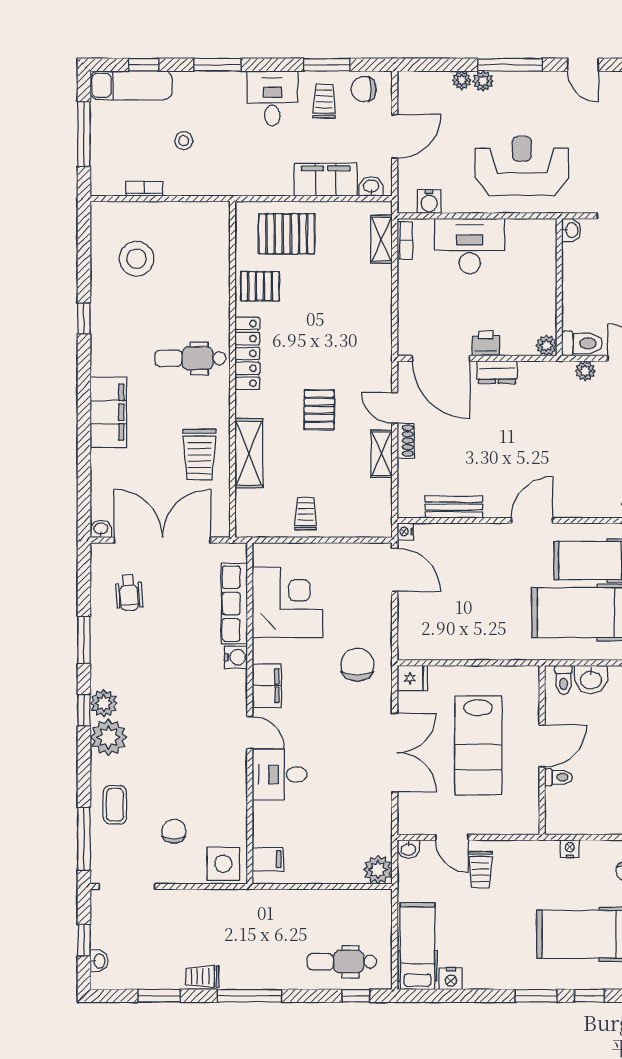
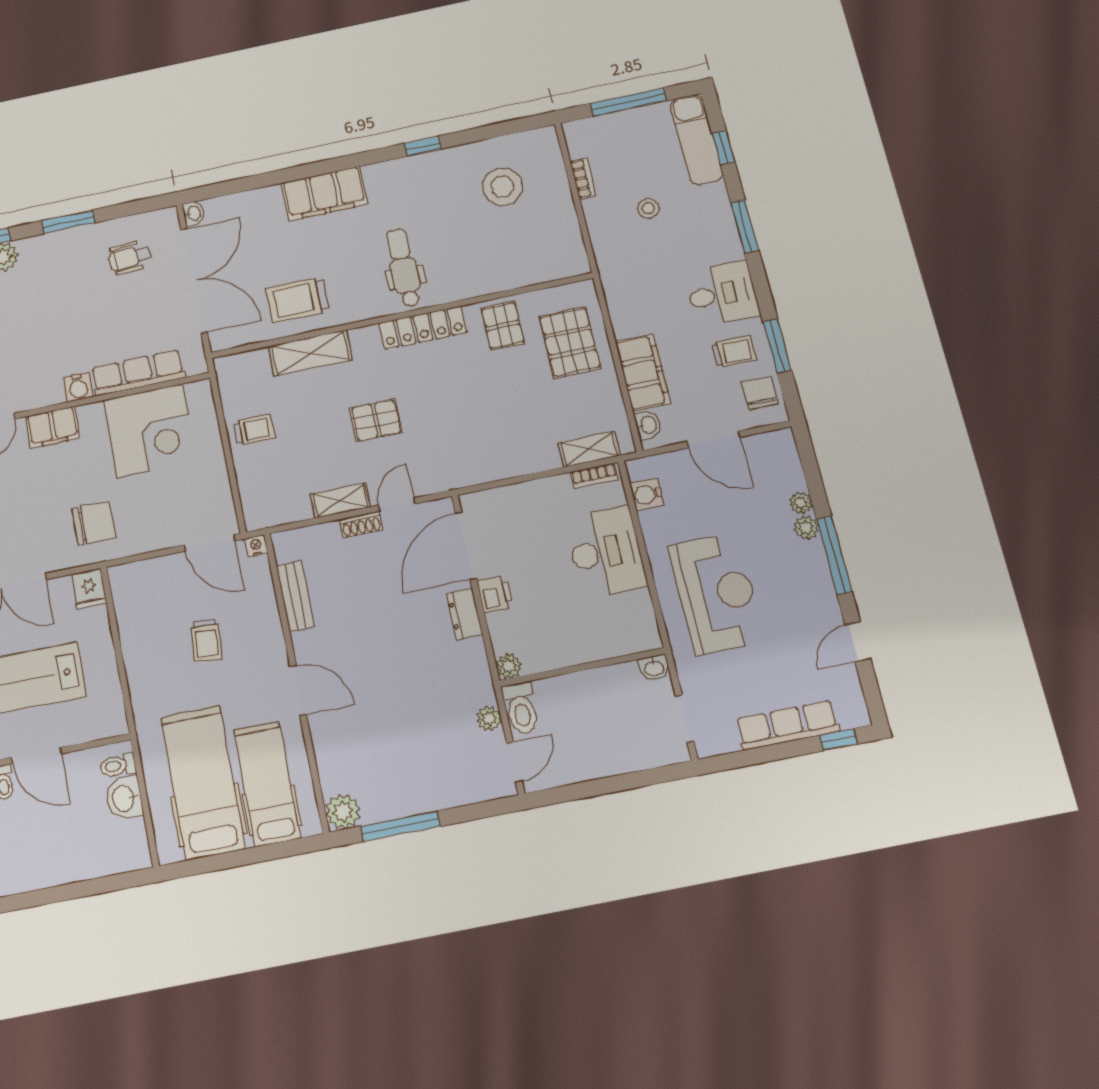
door: (395, 570) -> (210, 543), hinge flipped
trolley: (476, 588) -> (206, 640), added

